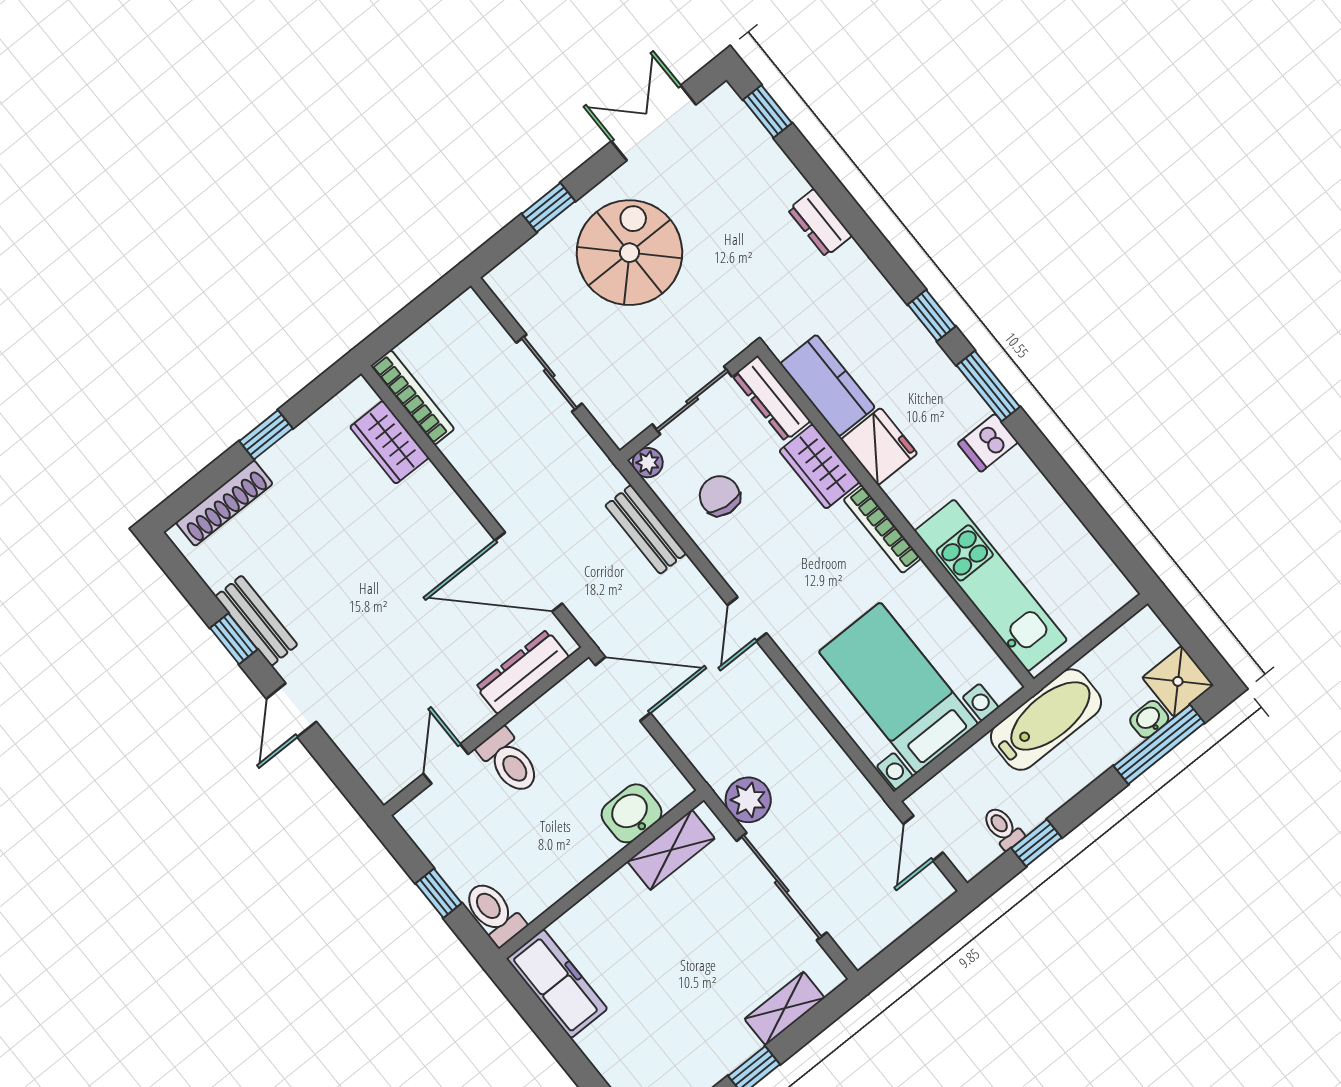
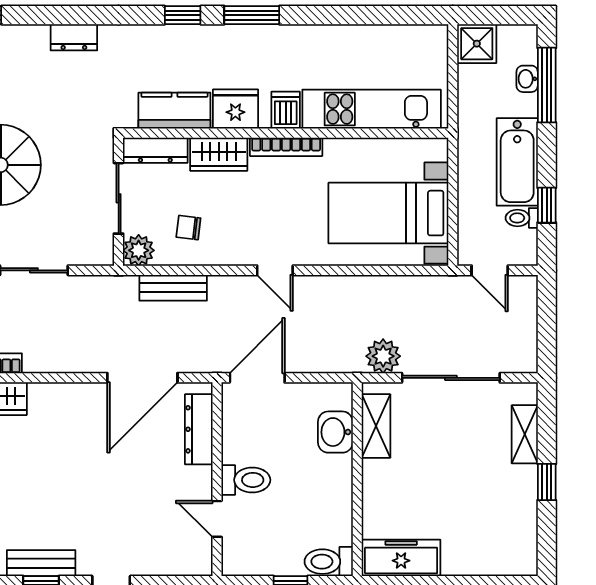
dishwasher: (988, 443) -> (286, 110), moved, turned 180
plant: (648, 463) -> (139, 250), width x1.38, depth x1.38
chair: (720, 496) -> (188, 228), width x0.73, depth x0.73
shower: (1178, 681) -> (477, 44), moved
bathtub: (1046, 720) -> (517, 162), moved, turned 180

